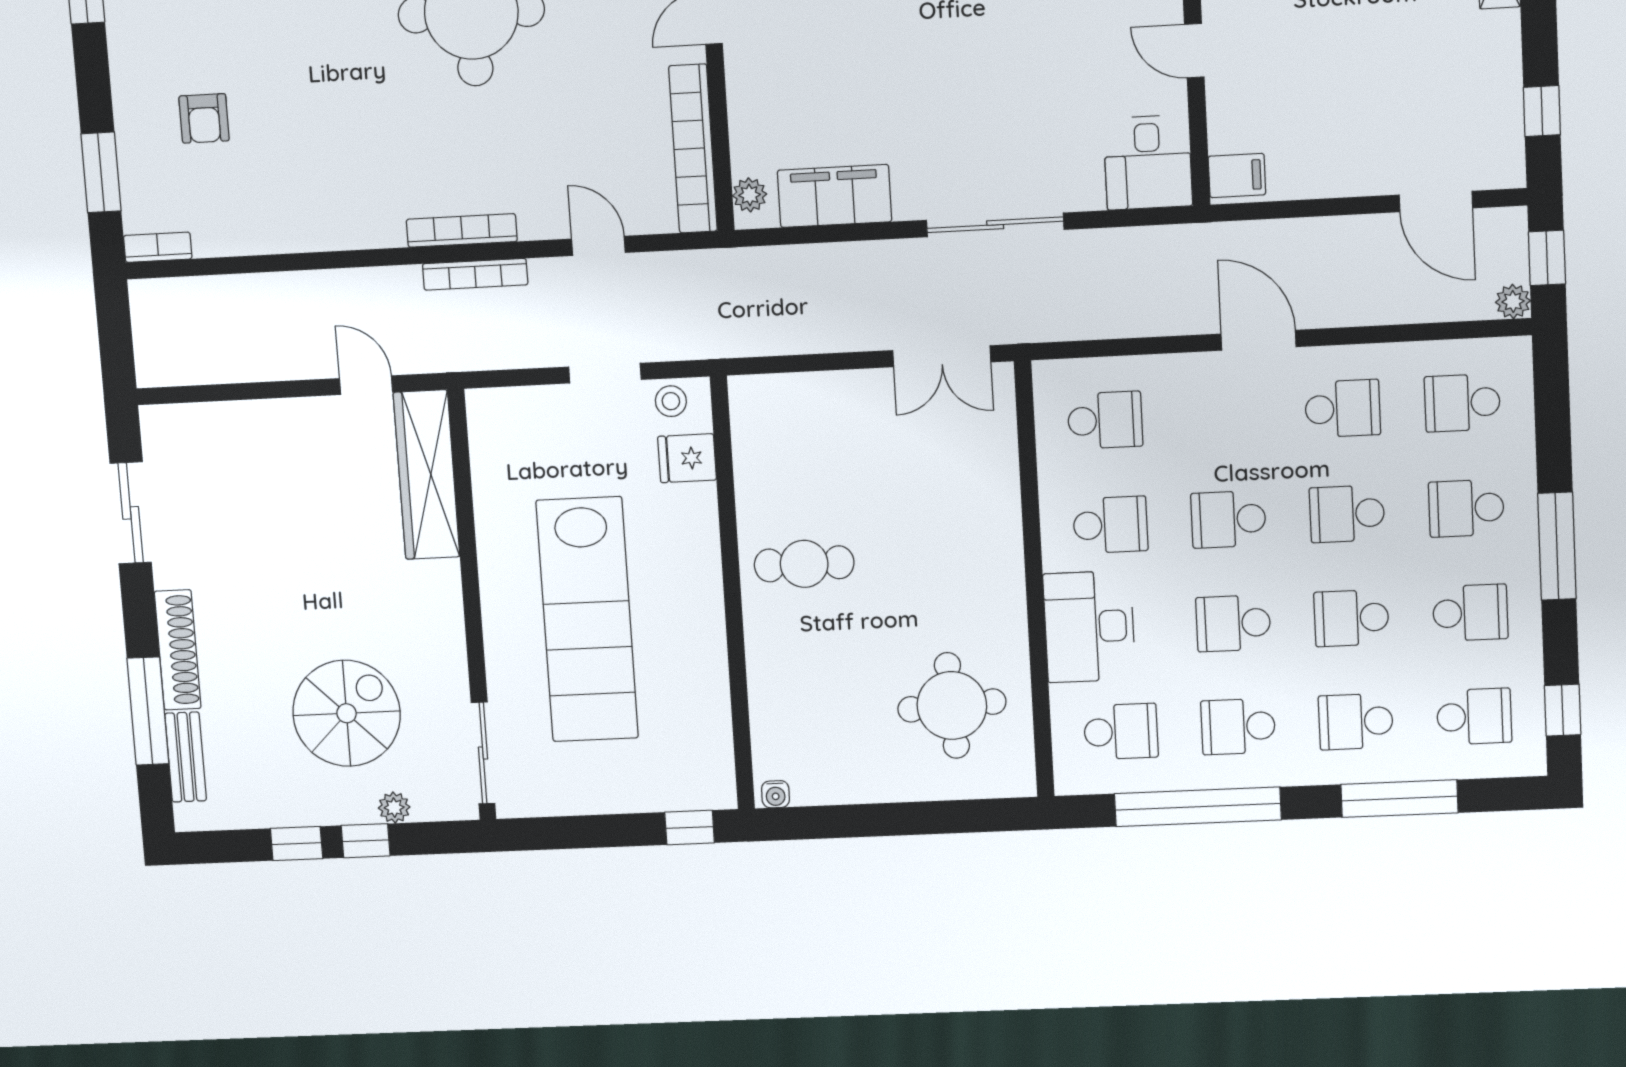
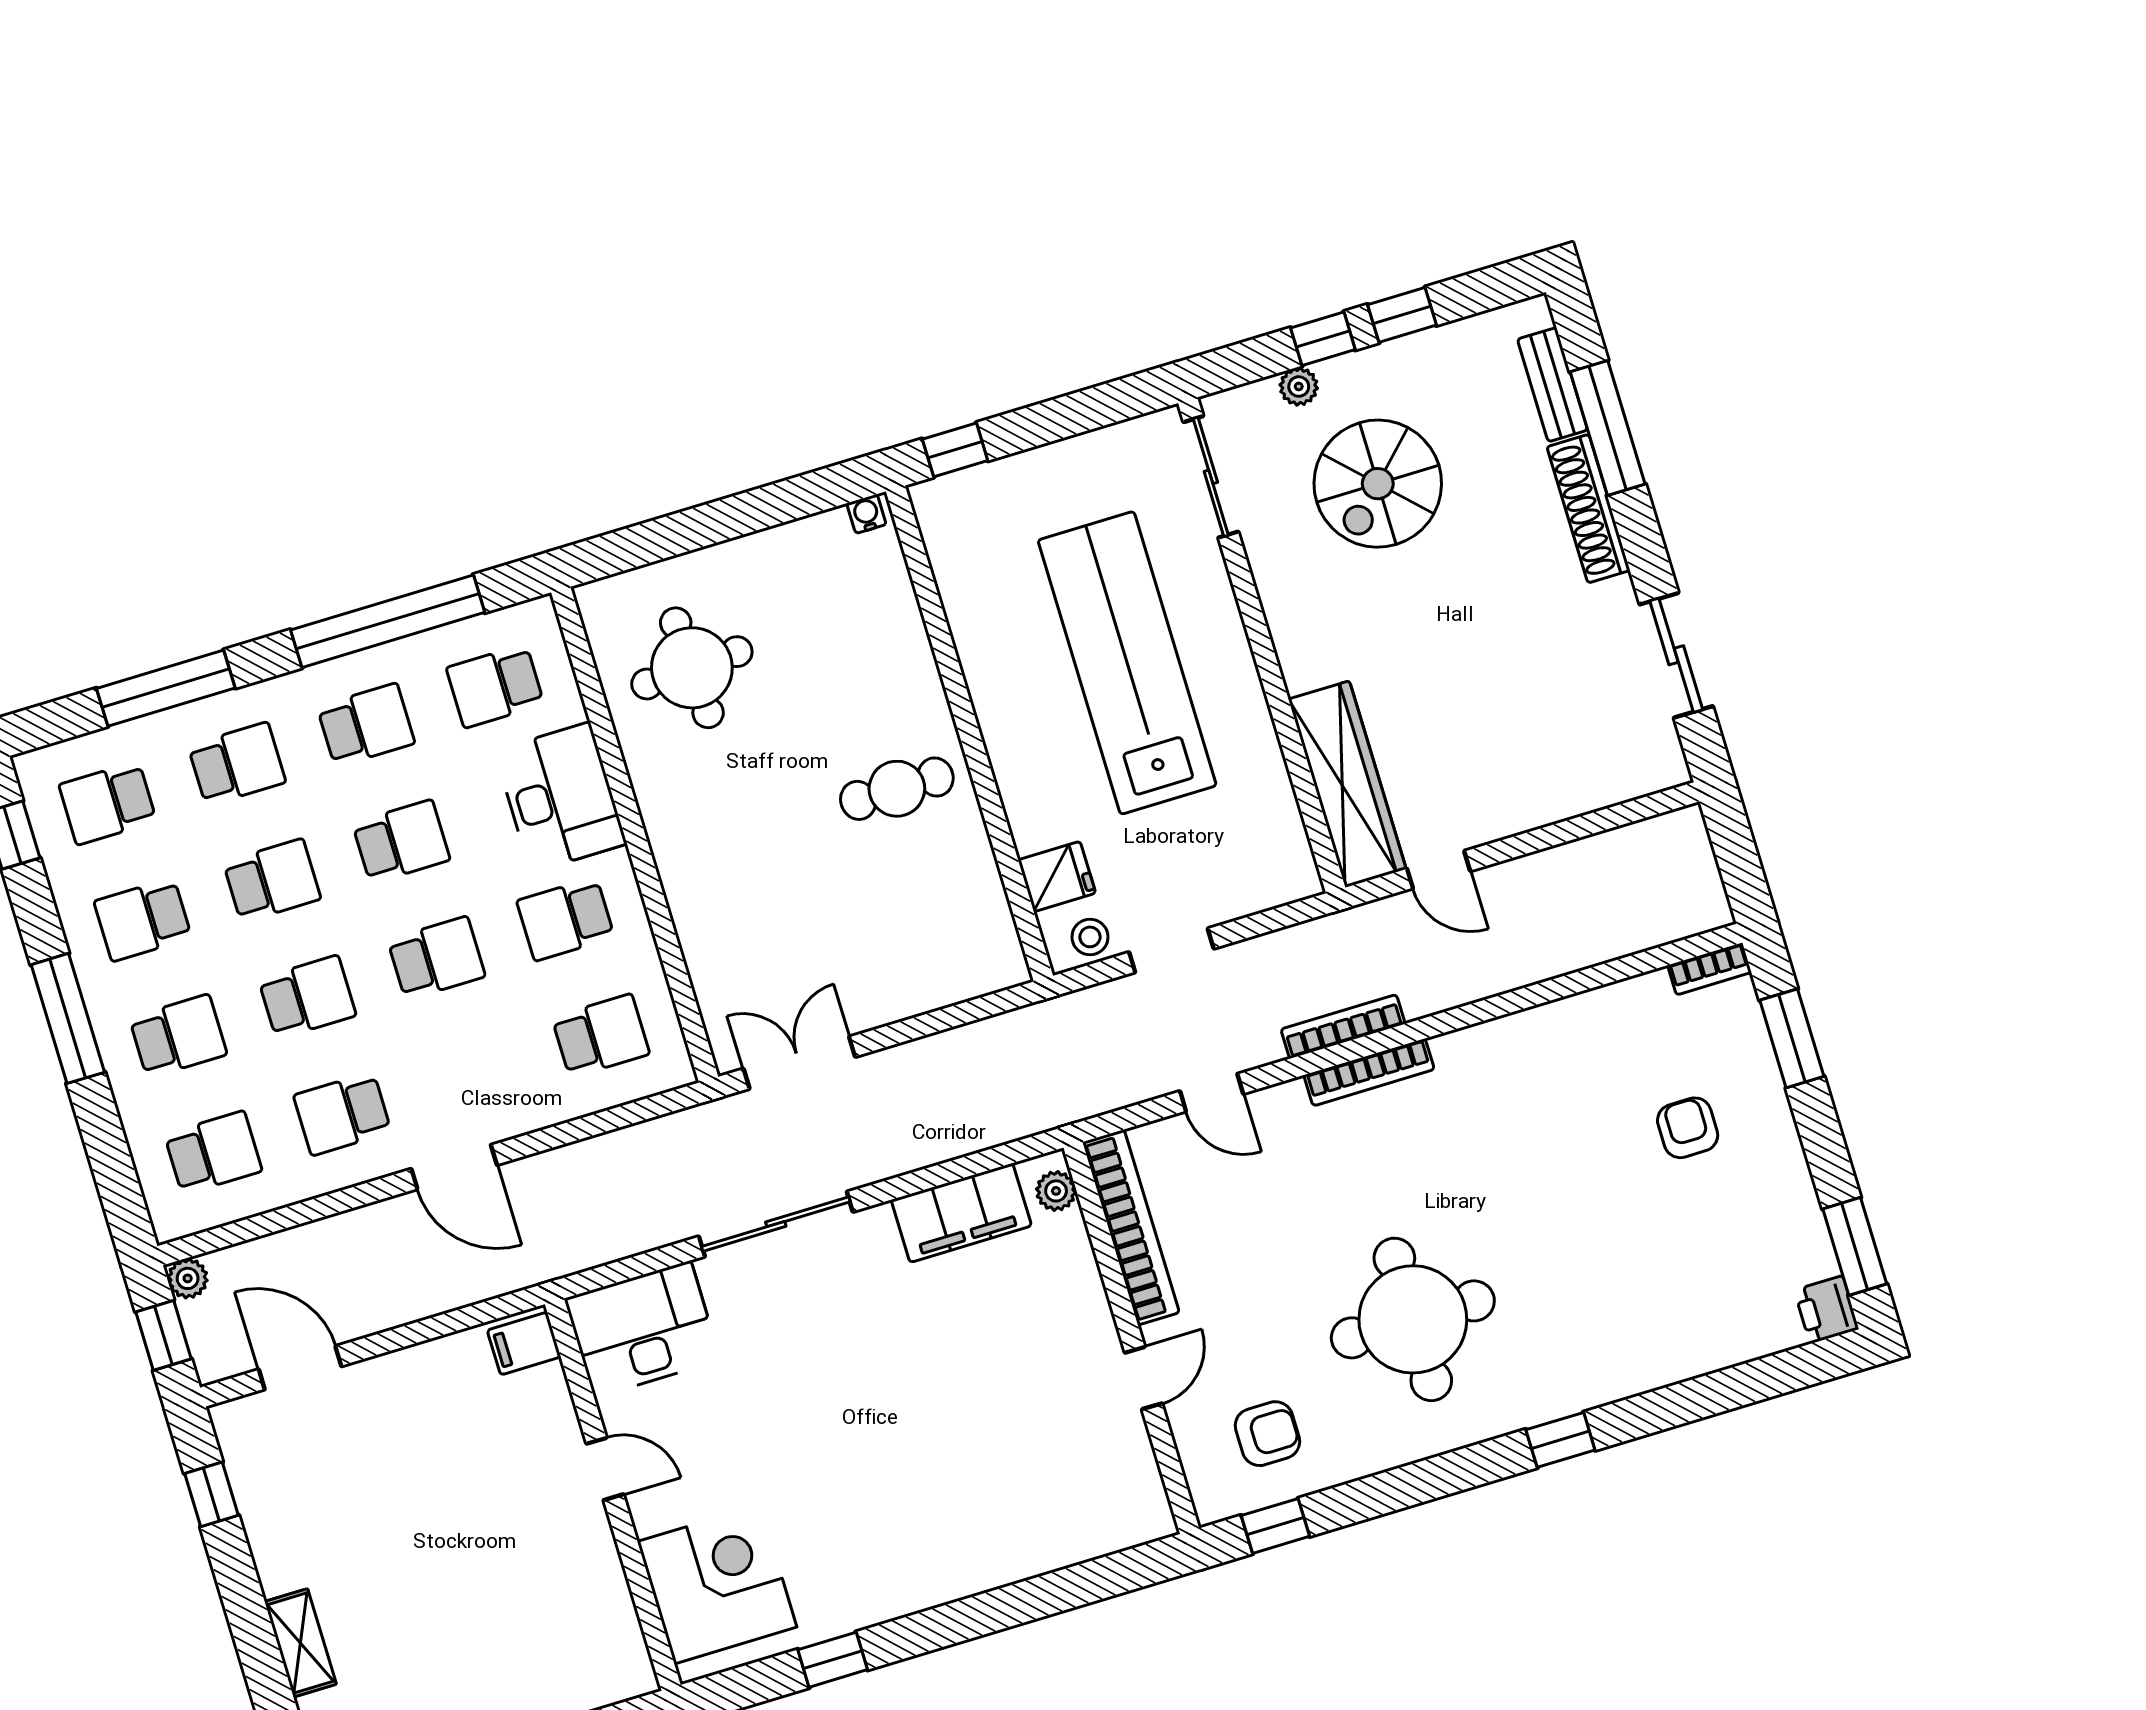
desk: (1148, 162) -> (642, 1329), width x1.37
school desk: (1105, 420) -> (601, 1036), turned 180

